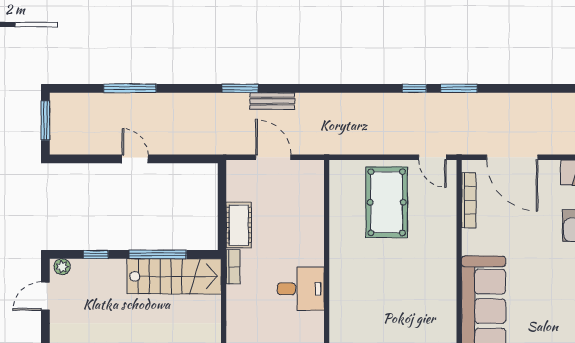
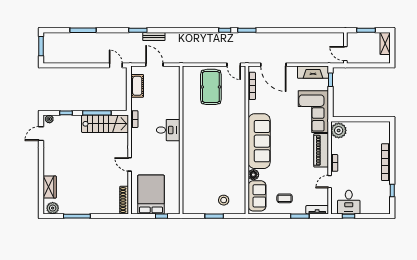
door: (135, 159) -> (116, 65), moved
cot: (239, 225) -> (137, 86), moved

